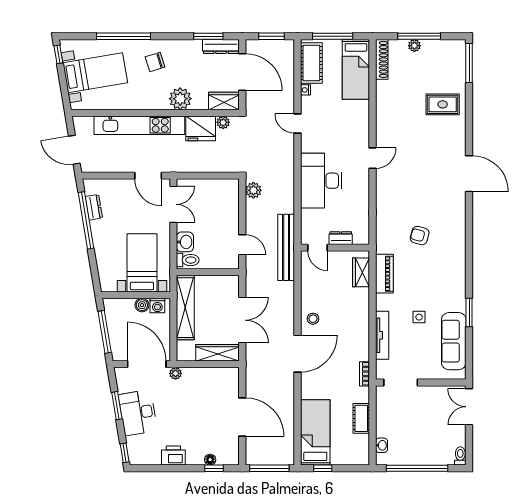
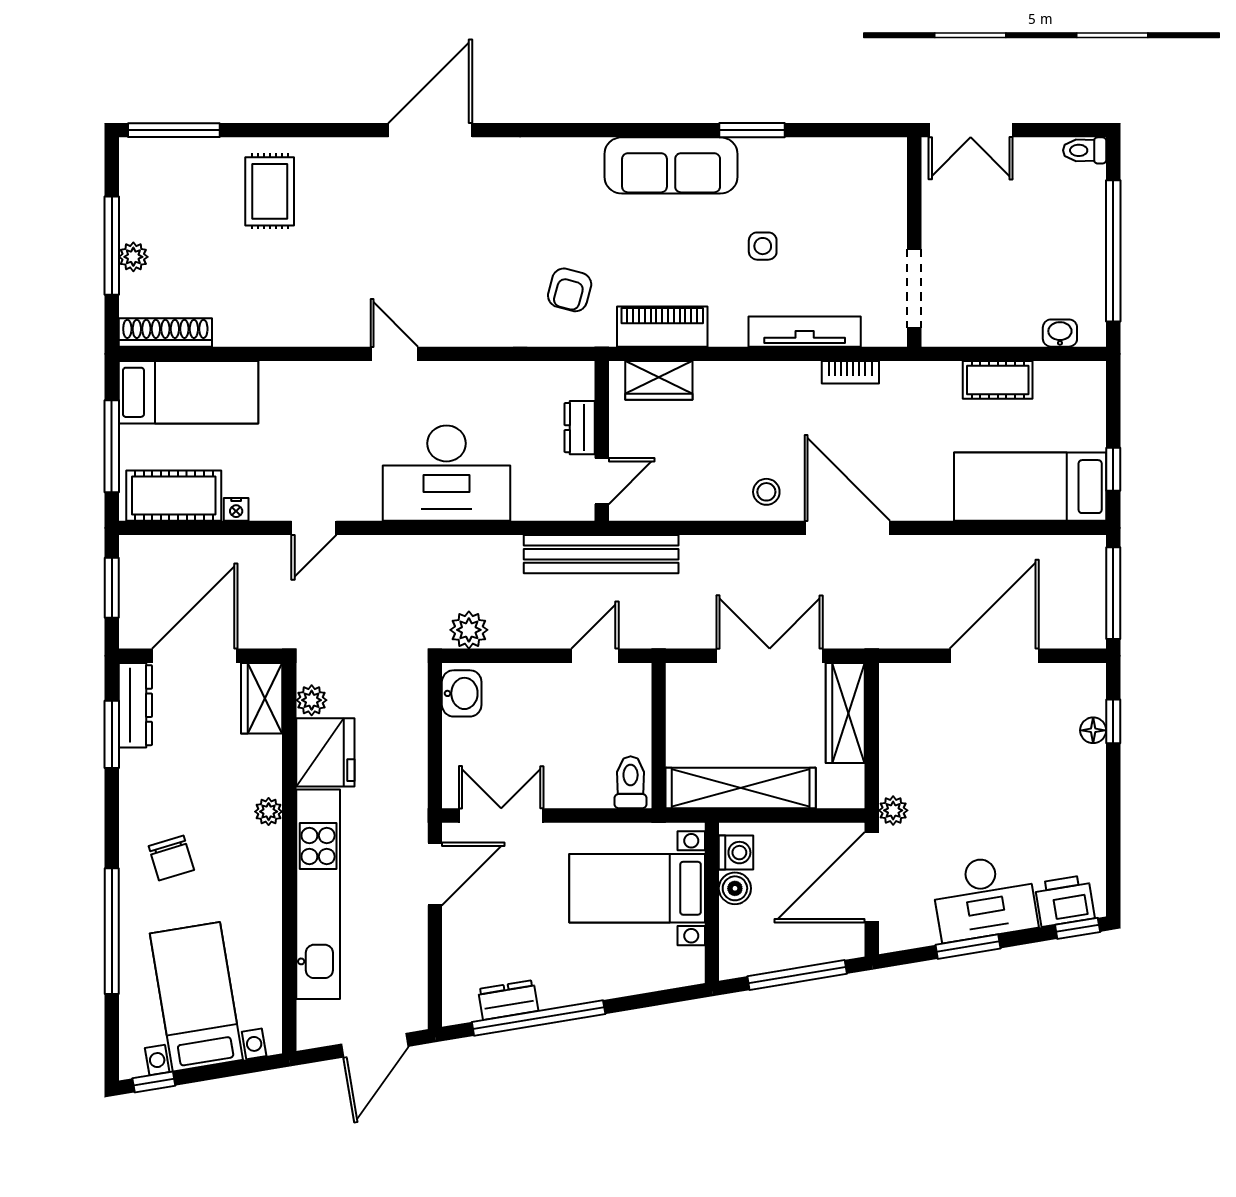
plant: (180, 99) -> (269, 812), width x0.53, depth x0.53
armchair: (420, 236) -> (570, 290), moved
washbasin: (185, 242) -> (462, 693), moved, turned 90
sofa: (454, 341) -> (671, 165), moved
bookcase: (365, 374) -> (850, 372), moved
printer: (173, 456) -> (1065, 901), moved, turned 81

